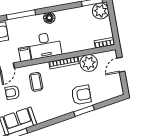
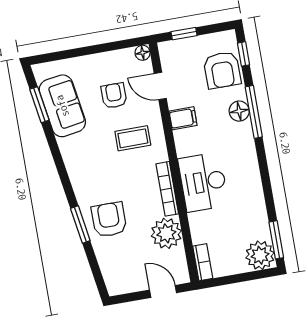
floor lamp: (49, 18) -> (239, 111), moved
desk: (45, 45) -> (203, 182), moved
armchair: (81, 95) -> (109, 220), turned 180

